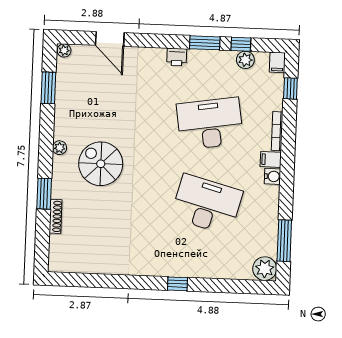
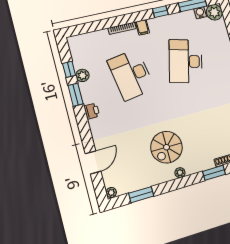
plant: (245, 60) -> (82, 75), moved
filing cabinet: (277, 62) -> (74, 41), removed
window: (290, 88) -> (160, 12), moved
spiral stairs: (101, 164) -> (167, 147), moved
water cooler: (272, 176) -> (200, 13), moved

